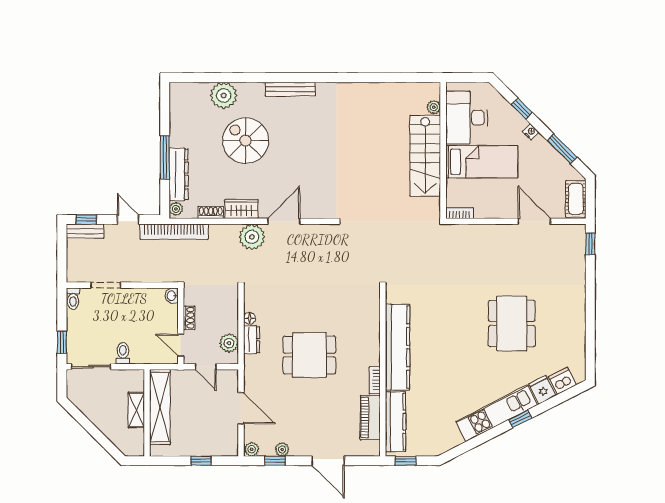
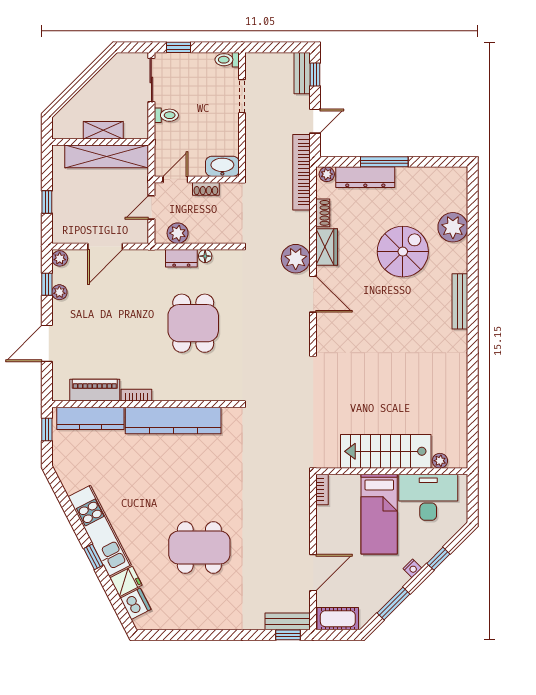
bench: (578, 244) -> (288, 621), added
washbasin: (172, 296) -> (222, 166), width x1.91, depth x1.45
dining table: (309, 355) -> (193, 323), moved

